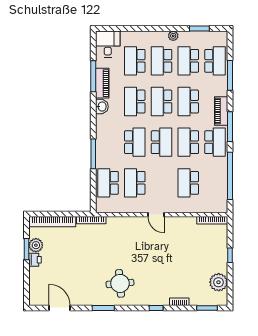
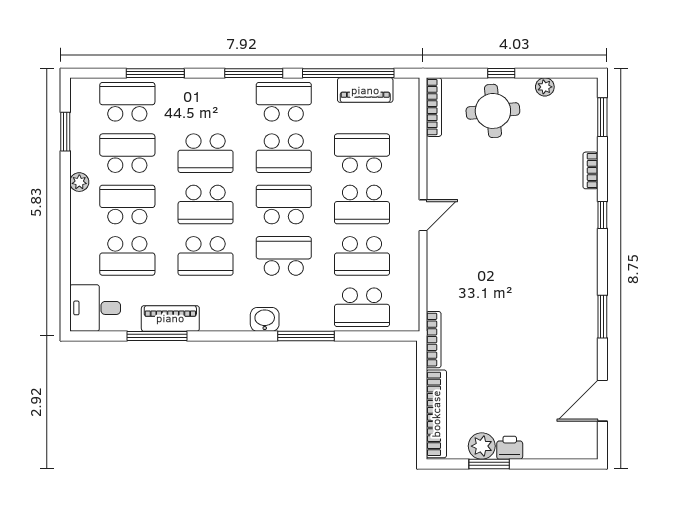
school desk: (162, 61) -> (127, 205), turned 180
school desk: (188, 61) -> (127, 153), turned 180
washbasin: (102, 107) -> (265, 319), moved
piano: (221, 111) -> (365, 90), moved
school desk: (162, 183) -> (362, 205), added
school desk: (188, 183) -> (362, 153), turned 180
plant: (219, 282) -> (545, 87), width x0.53, depth x0.53
round table: (120, 283) -> (493, 111), moved

